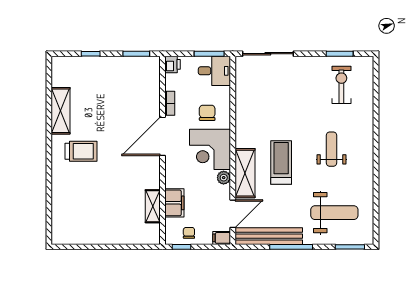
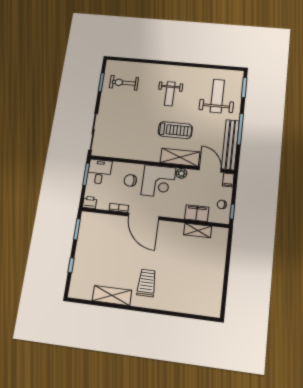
weight bench: (332, 149) -> (170, 94), turned -90
treadmill: (281, 163) -> (175, 130), turned 180

